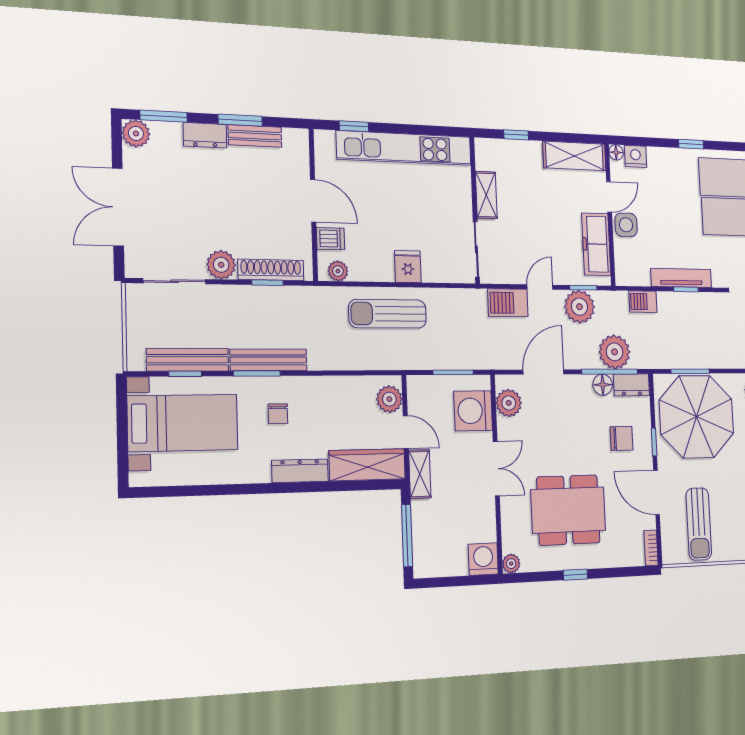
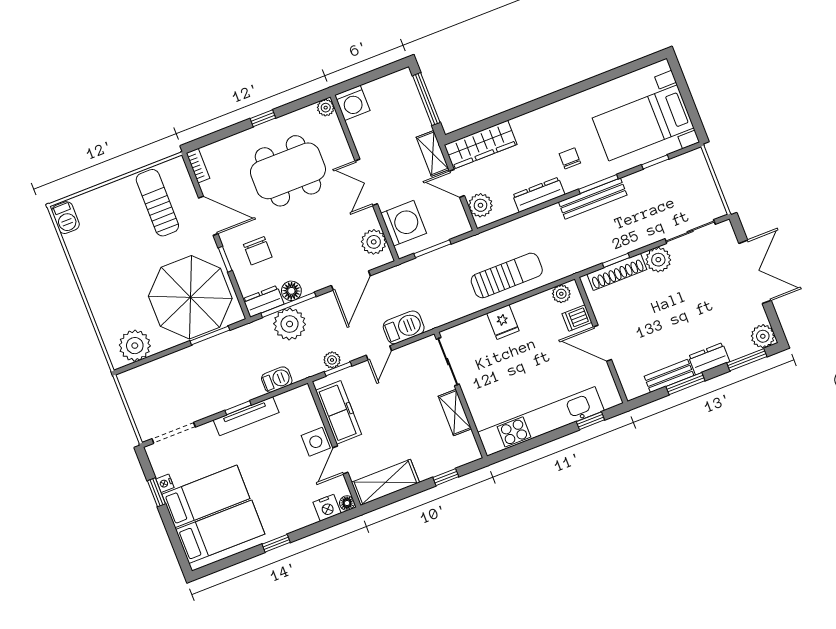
plant: (579, 307) -> (332, 360), width x0.53, depth x0.53
bench: (188, 360) -> (657, 174), removed
chair: (622, 438) -> (258, 251), turned -90
dresser: (300, 471) -> (539, 195), moved, turned 180

